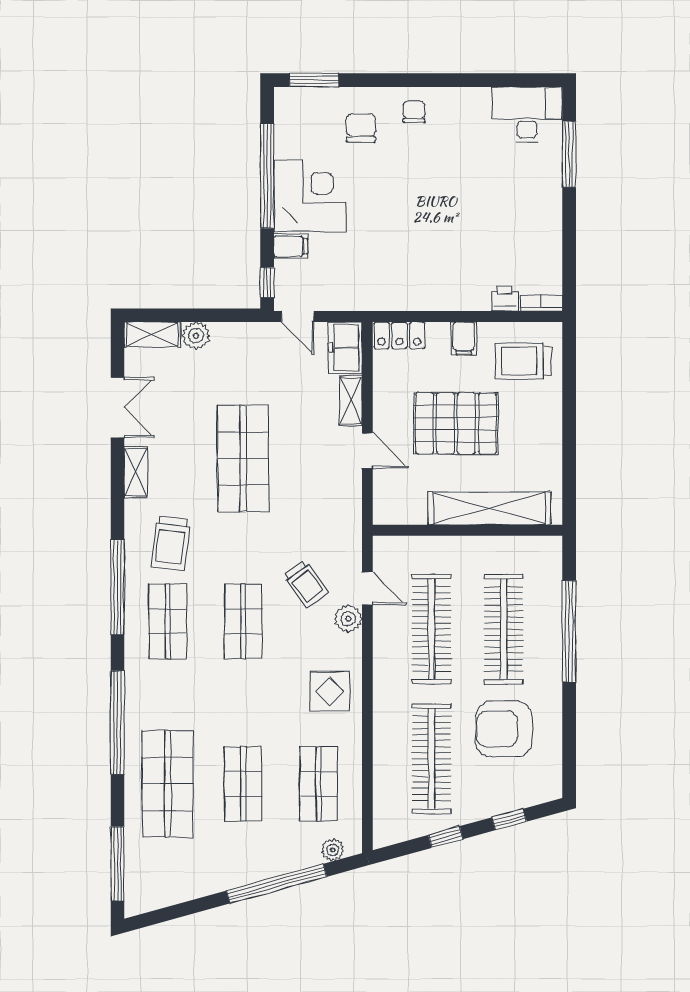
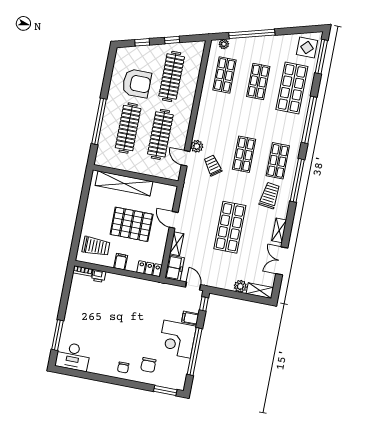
display table: (330, 691) -> (307, 48), moved

